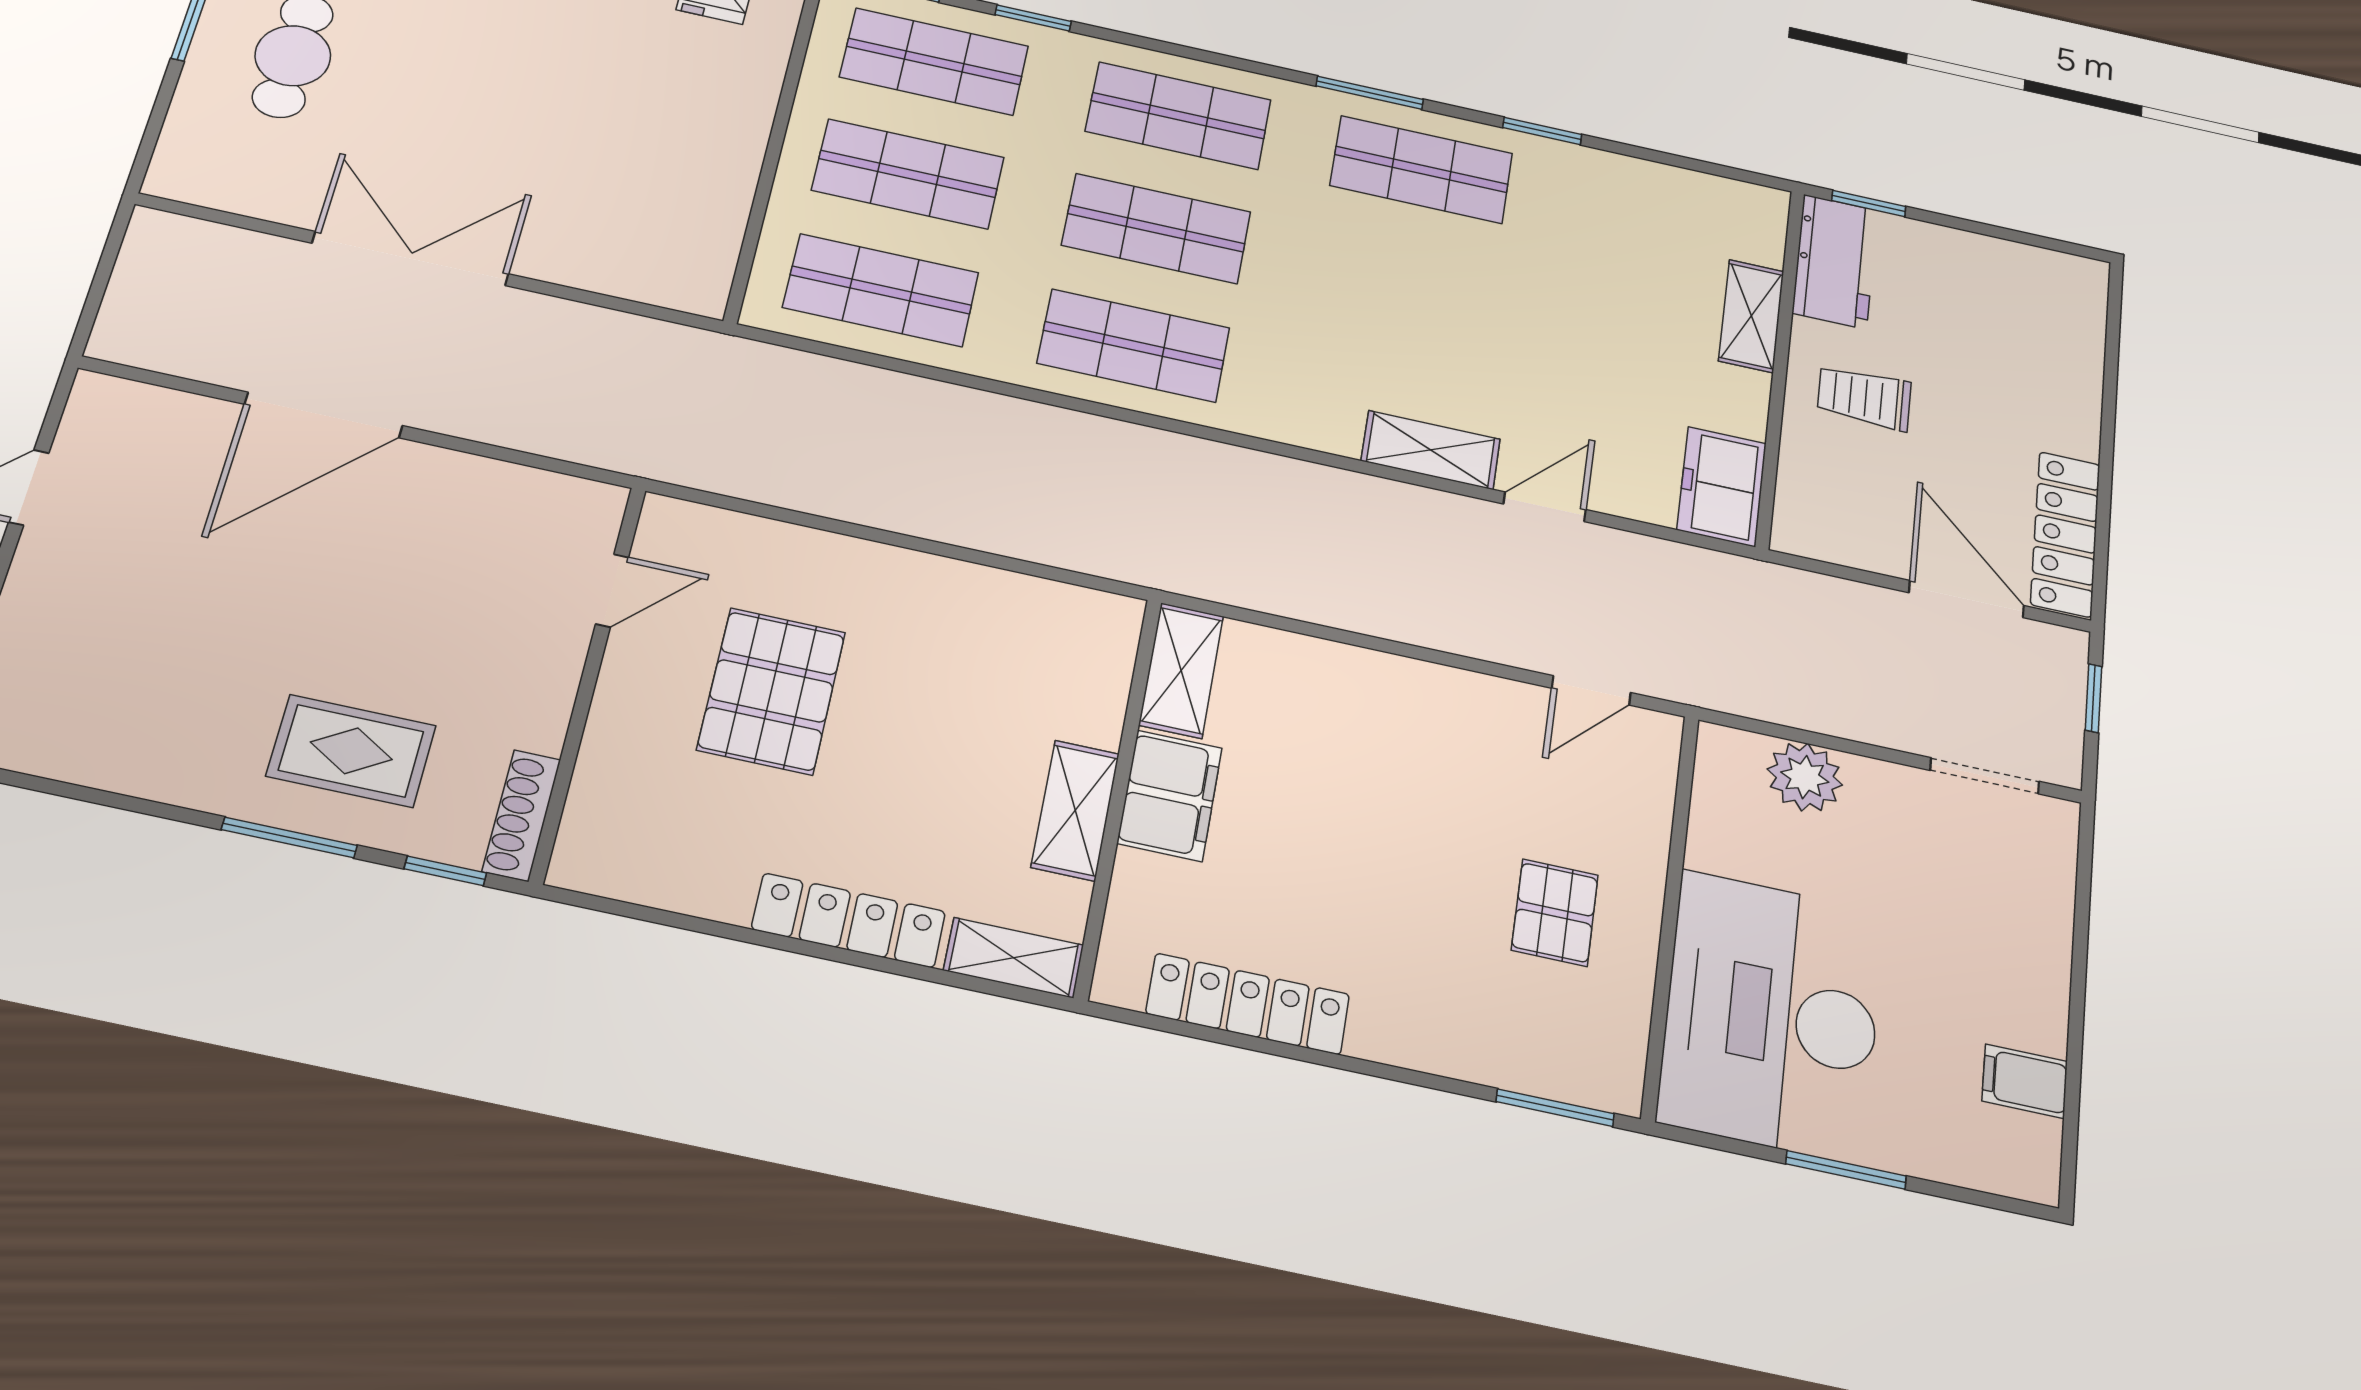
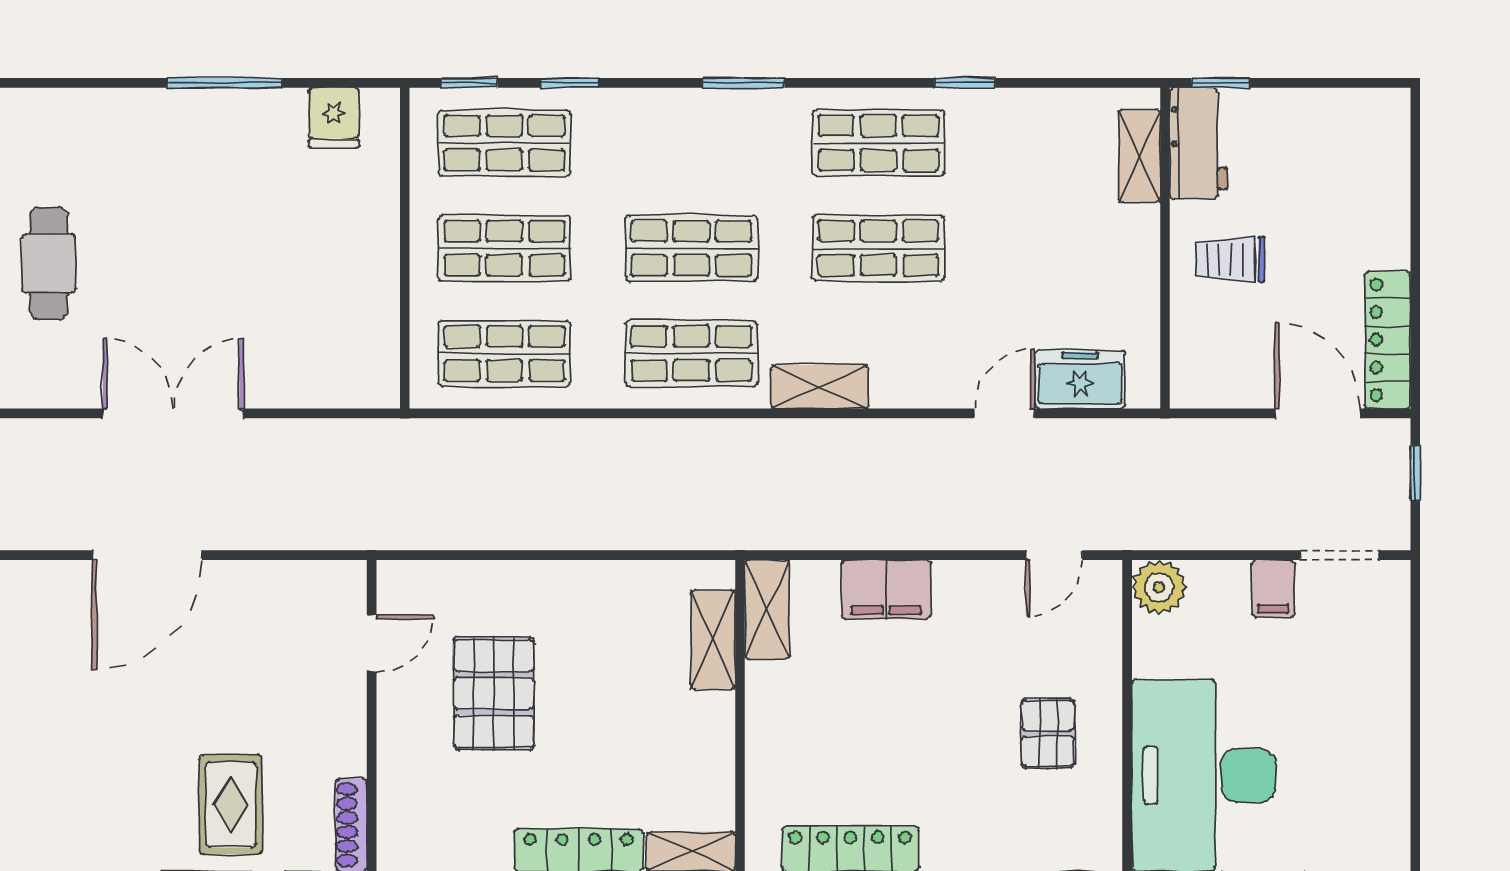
window: (1370, 93) -> (743, 83), moved
shop shelf: (1178, 116) -> (878, 248), moved
shelving: (1751, 316) -> (1139, 156), moved
shelving: (1431, 450) -> (820, 387), moved
freezer: (1722, 487) -> (1080, 379), moved, turned 90
rug: (351, 751) -> (231, 805), turned 90
plant: (1805, 777) -> (1159, 587), moved
filing cabinet: (1170, 796) -> (886, 590), moved, turned 90
shelving: (1075, 810) -> (713, 640), moved
filing cabinet: (2025, 1081) -> (1273, 589), moved, turned -90

